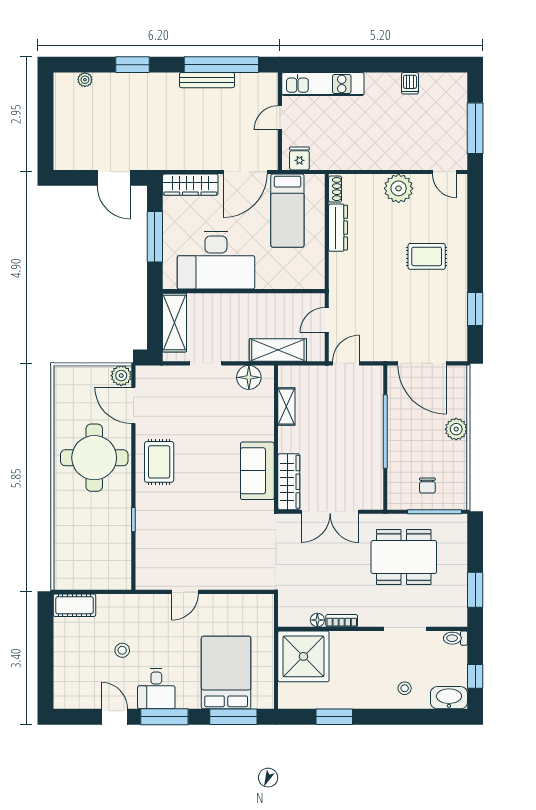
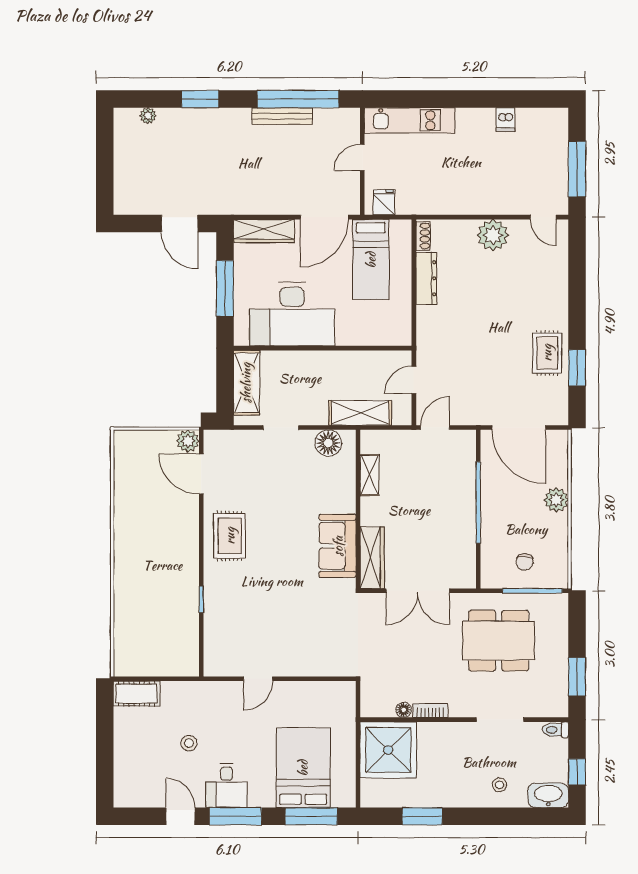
rug: (427, 256) -> (547, 353), moved, turned 90
round table: (94, 458) -> (158, 531), removed

